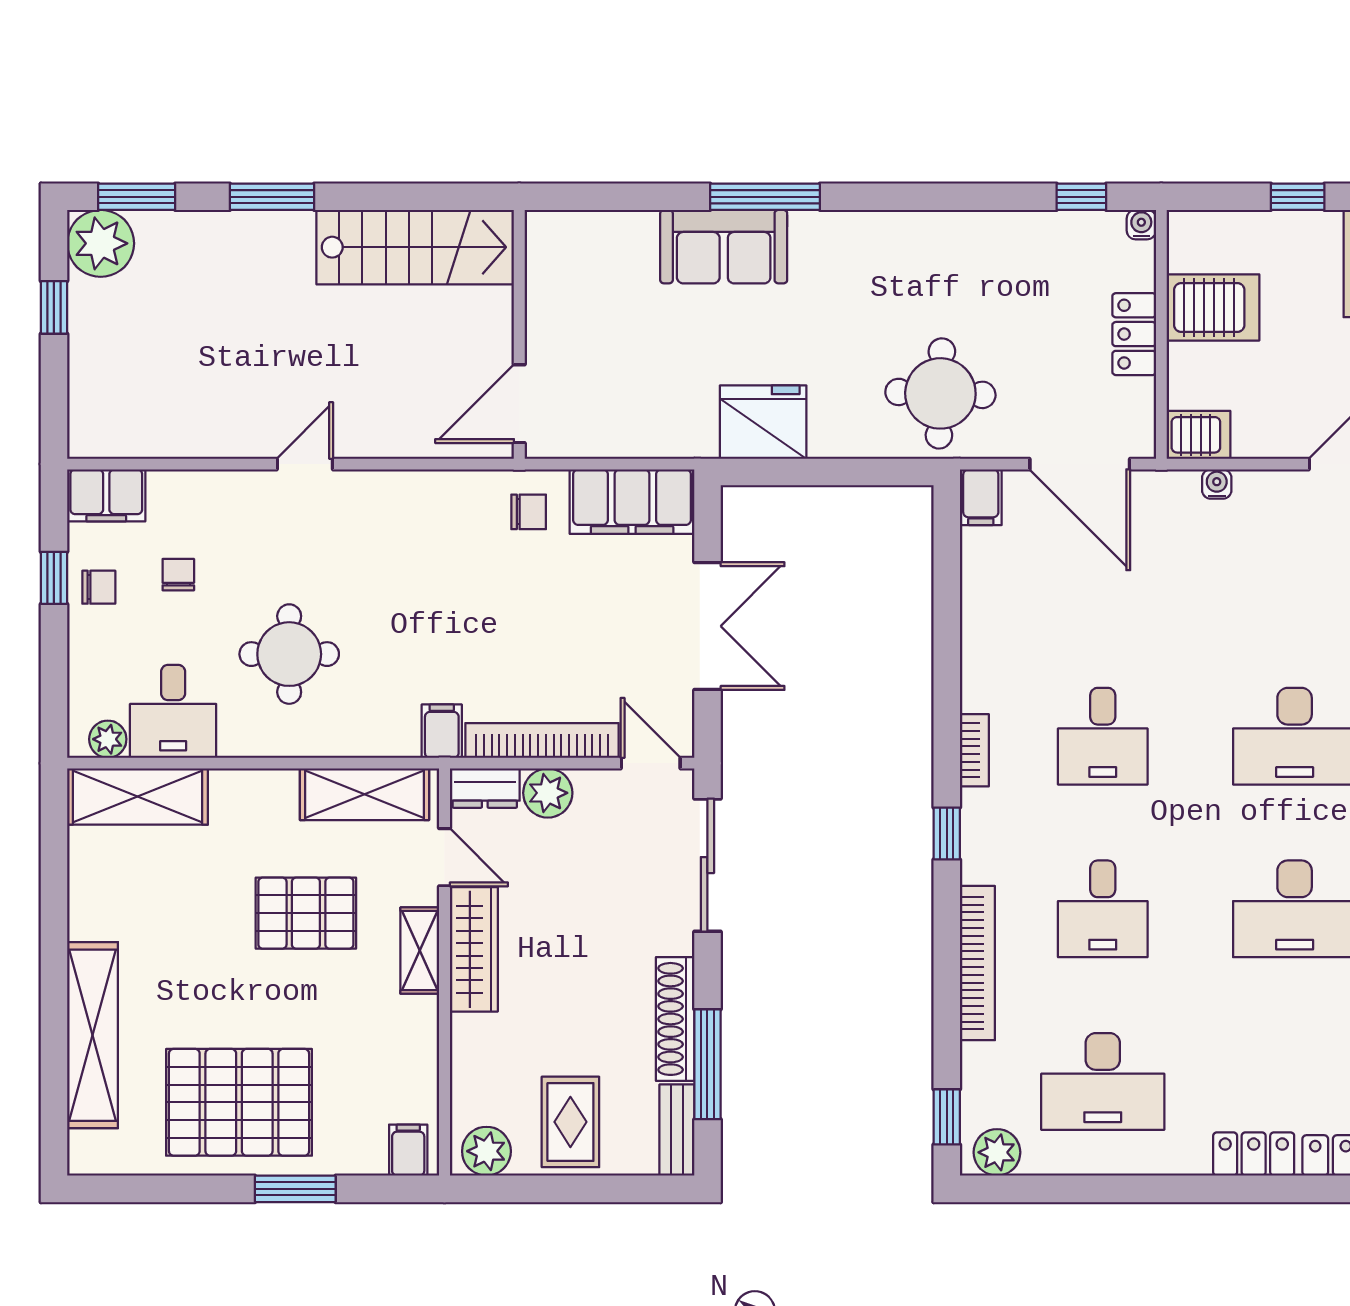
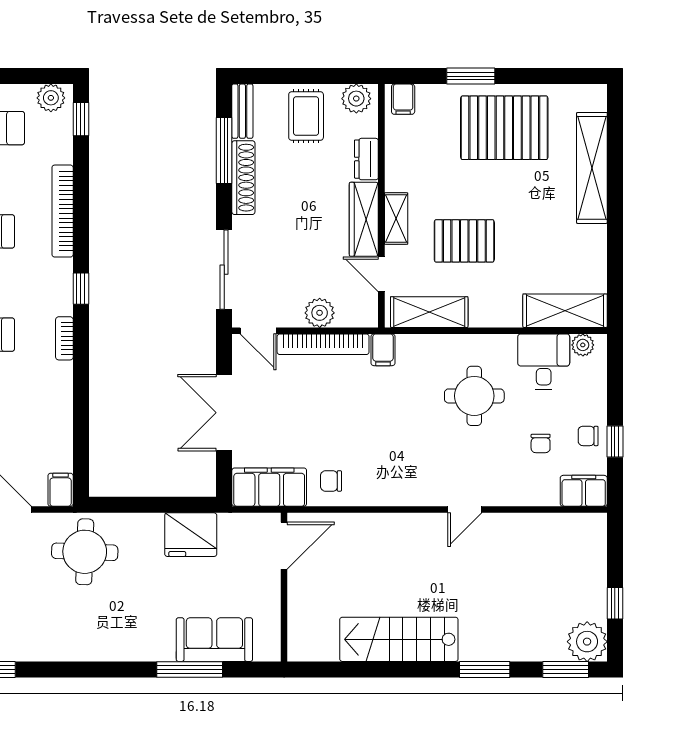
wall: (519, 334) -> (284, 587), moved
door: (519, 404) -> (284, 546), moved
dresser: (485, 788) -> (366, 159), moved, turned -90

